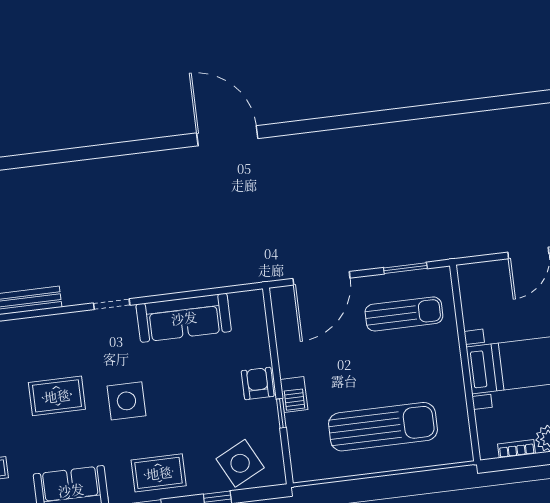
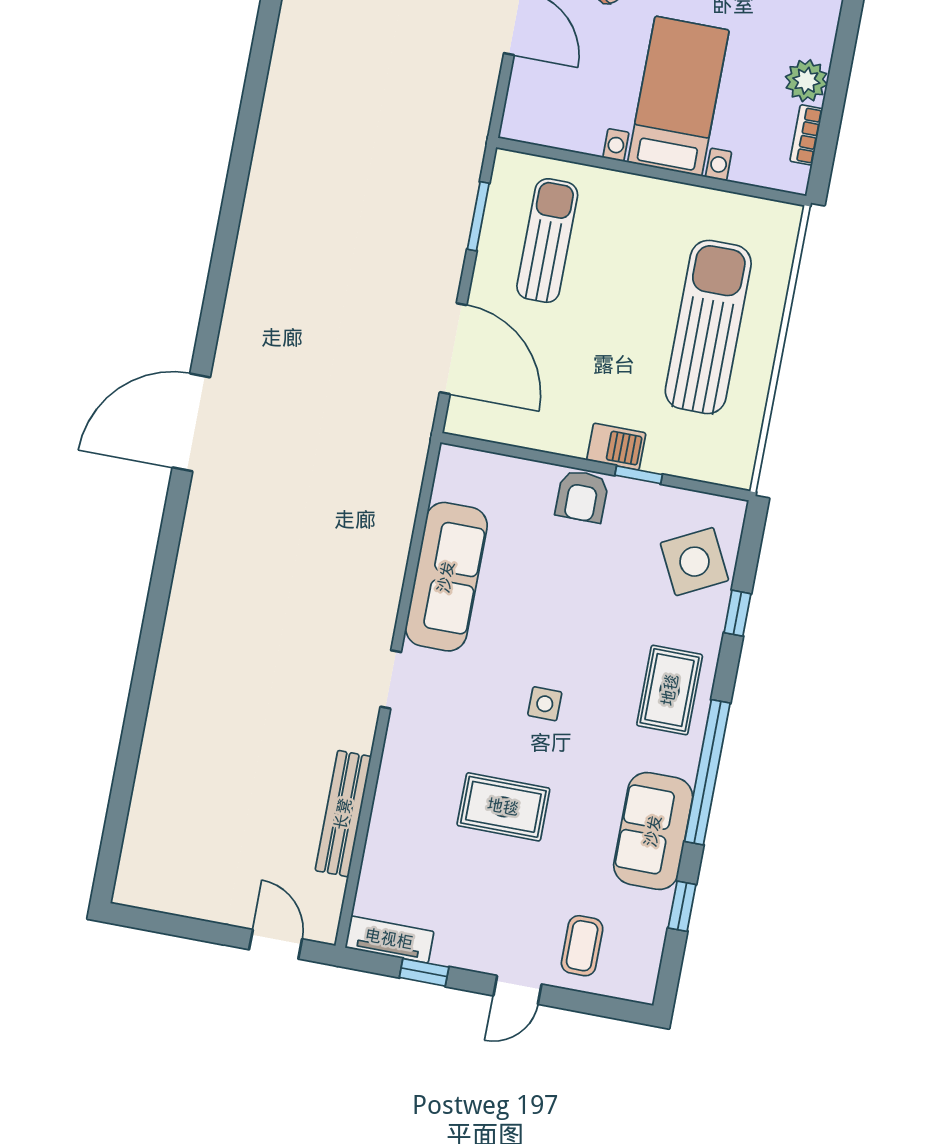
armchair: (258, 383) -> (582, 496), turned -90
rug: (57, 396) -> (503, 807), turned 90
side table: (126, 401) -> (545, 704), width x0.54, depth x0.54

